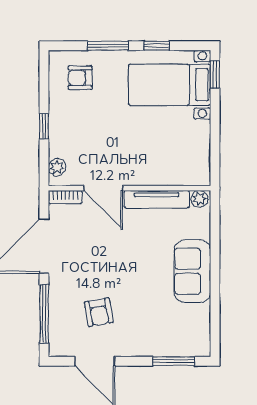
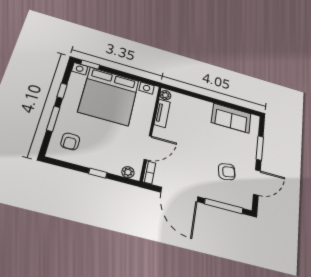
bed with nightstands: (170, 85) -> (109, 96), width x1.85
tv unit: (157, 199) -> (162, 113), width x0.71
sofa: (192, 271) -> (231, 118), moved
window: (174, 361) -> (260, 148), moved

